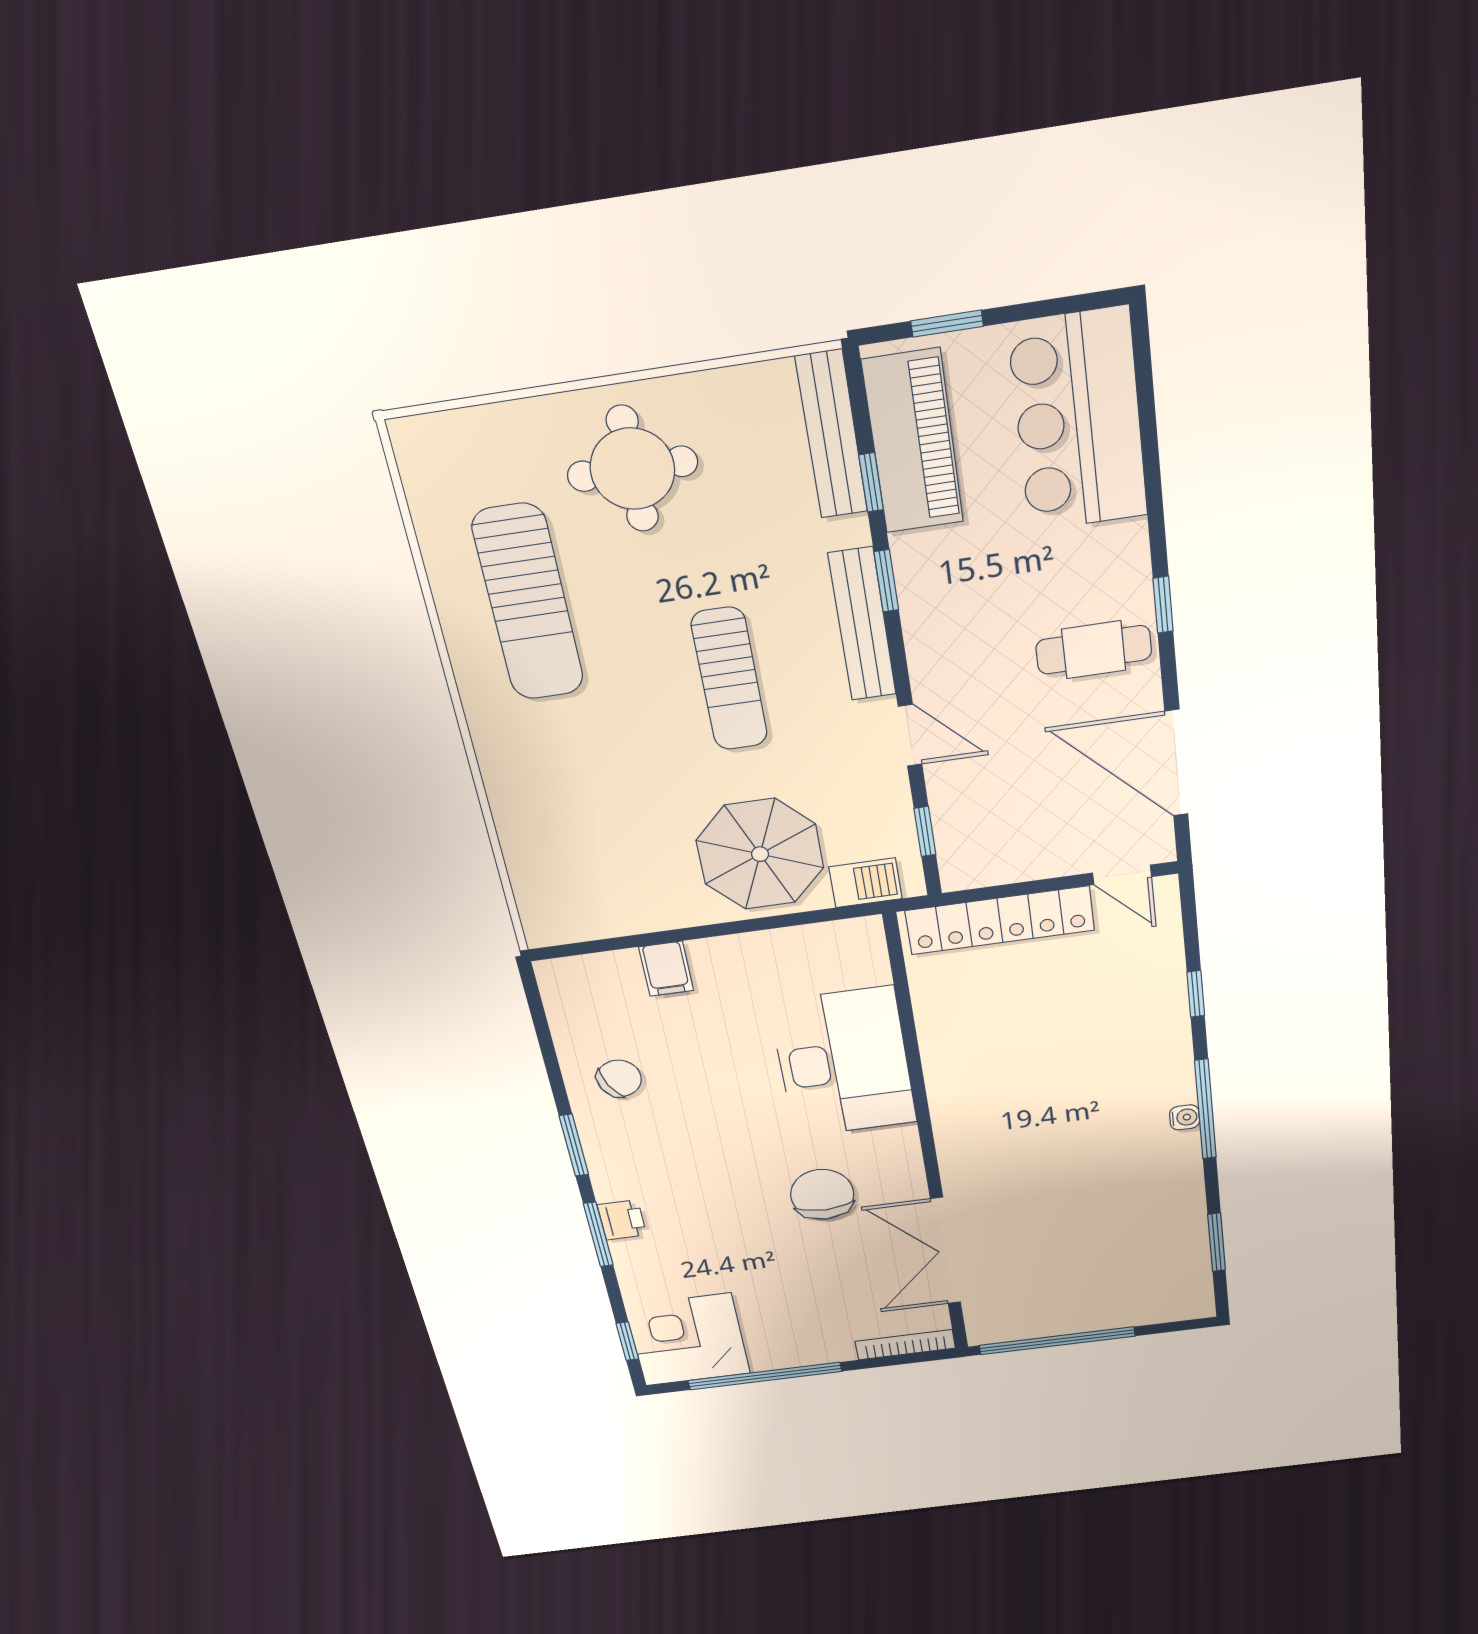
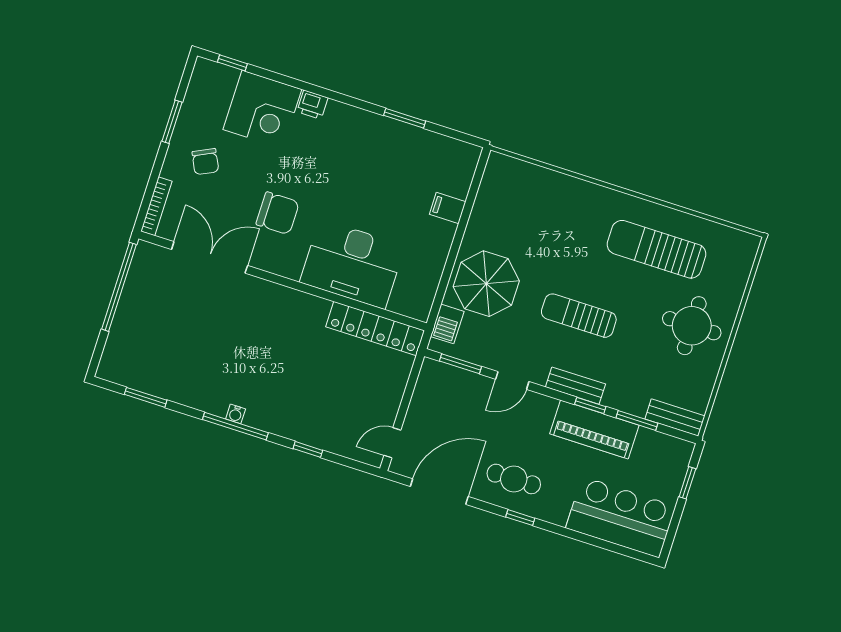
bench: (832, 435) -> (675, 418), width x0.73
piano: (913, 442) -> (594, 429), moved
window: (871, 482) -> (637, 420), width x1.50
bench: (862, 624) -> (575, 386), width x0.73
cafe table: (1094, 650) -> (514, 479), turned 90
window: (925, 831) -> (460, 364), width x1.50
locker: (1000, 920) -> (375, 329), moved, turned -90
chair: (619, 1078) -> (205, 162), moved
window: (574, 1145) -> (405, 118), moved
window: (598, 1234) -> (309, 88), removed
corner desk: (688, 1340) -> (262, 109), moved, turned 90
window: (765, 1376) -> (172, 122), width x0.47

